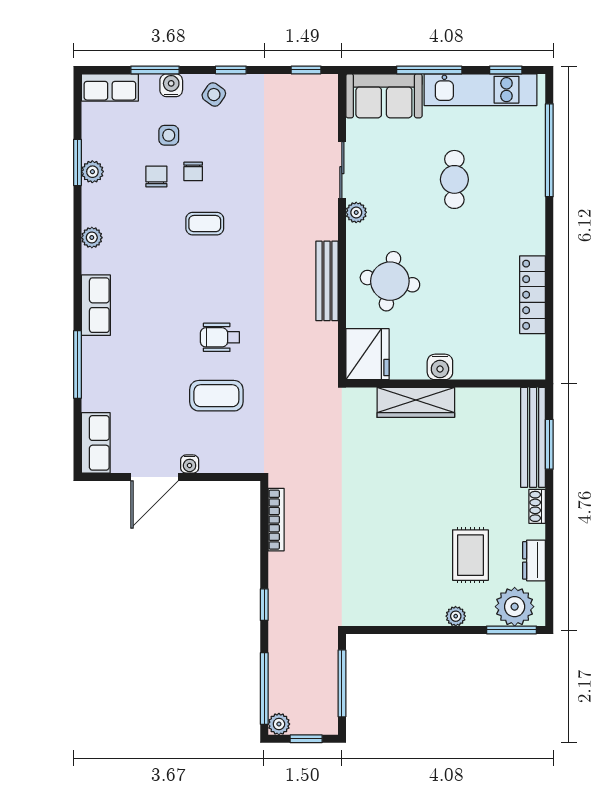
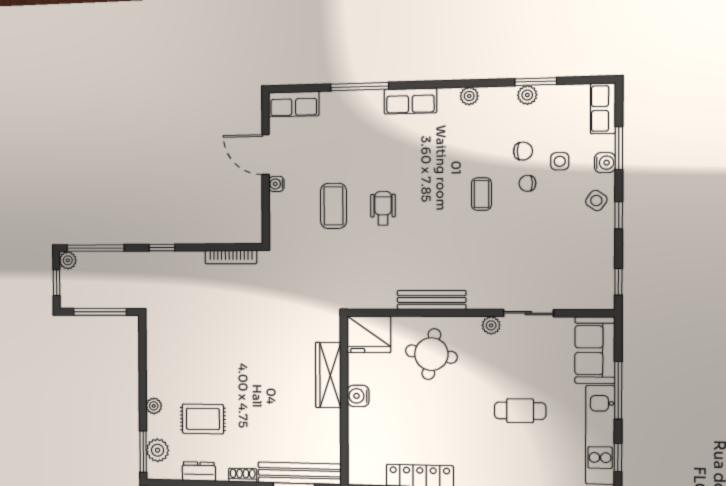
plant: (515, 607) -> (158, 450), width x0.73, depth x0.73

